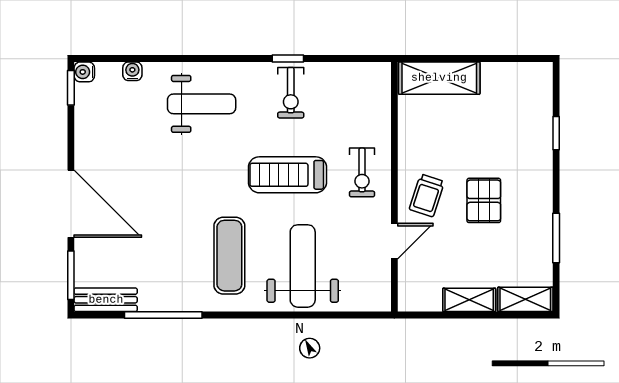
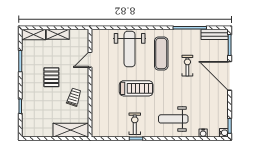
exercise bike: (362, 172) -> (187, 66), moved
trolley: (427, 195) -> (74, 97), moved

